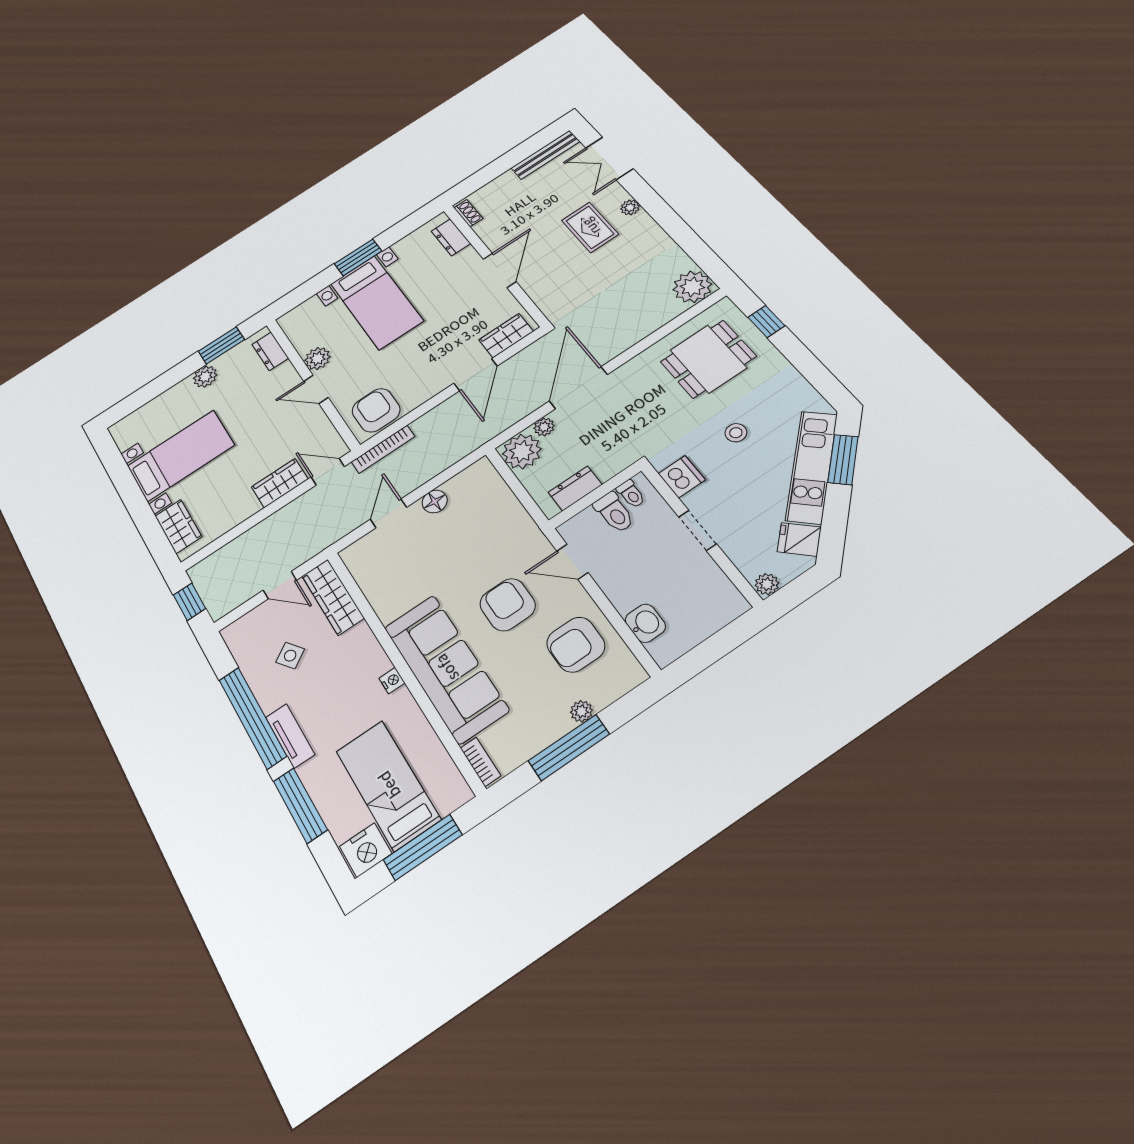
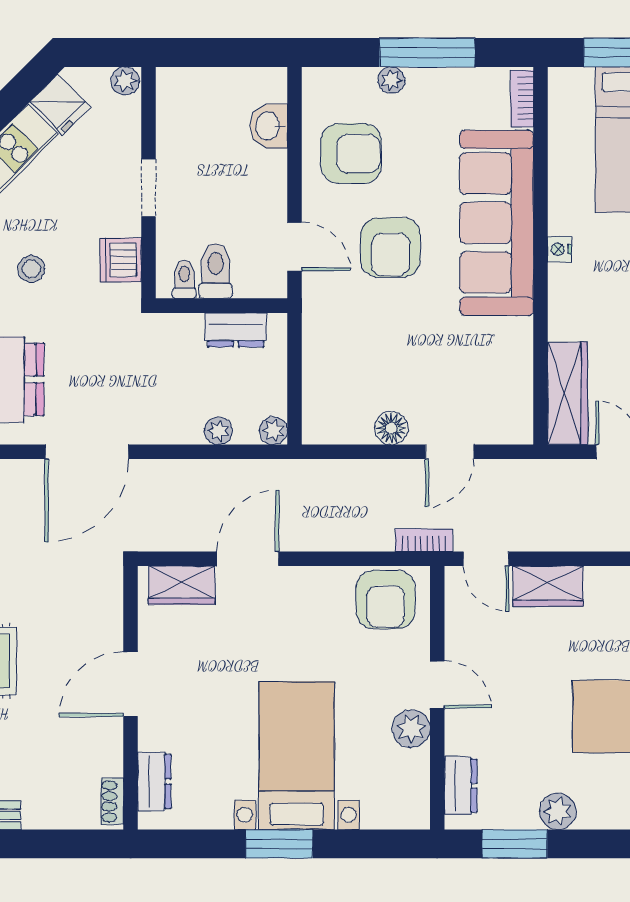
door: (578, 388) -> (87, 452), moved
bookcase: (383, 449) -> (424, 540), width x0.64
plant: (522, 451) -> (273, 431), width x0.53, depth x0.53

